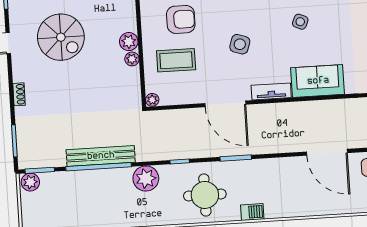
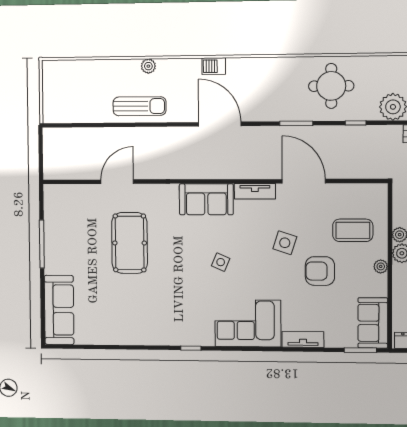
armchair: (181, 19) -> (320, 271), moved
plant: (152, 100) -> (381, 266), moved
door: (327, 152) -> (220, 124), moved
barbecue: (252, 212) -> (214, 66), moved

